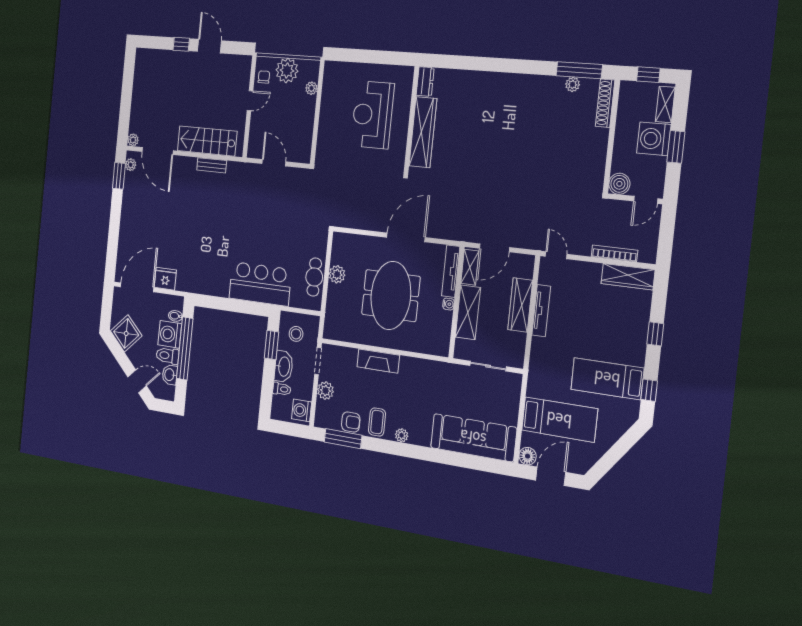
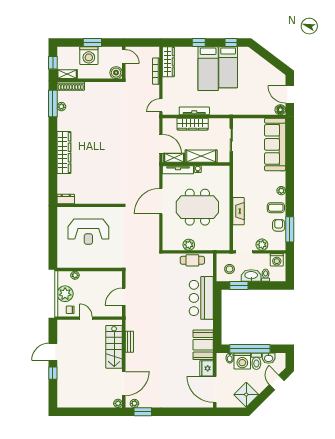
shelving: (665, 104) -> (67, 74), moved
wardrobe: (423, 132) -> (64, 153), moved, turned 90
door: (406, 237) -> (161, 201), hinge flipped
booth: (197, 278) -> (203, 345), added
bed: (559, 420) -> (208, 69), moved, turned 180

